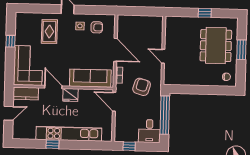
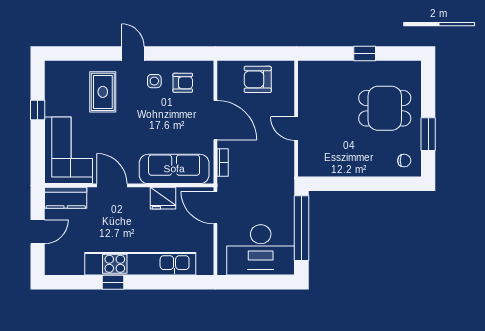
dining table: (216, 46) -> (385, 108), width x0.73
window: (241, 50) -> (428, 134), moved
armchair: (142, 87) -> (258, 79), moved, turned -106
fridge: (70, 95) -> (163, 198), moved
desk: (149, 131) -> (261, 250), width x1.87, depth x1.30
window: (129, 146) -> (243, 282), removed

